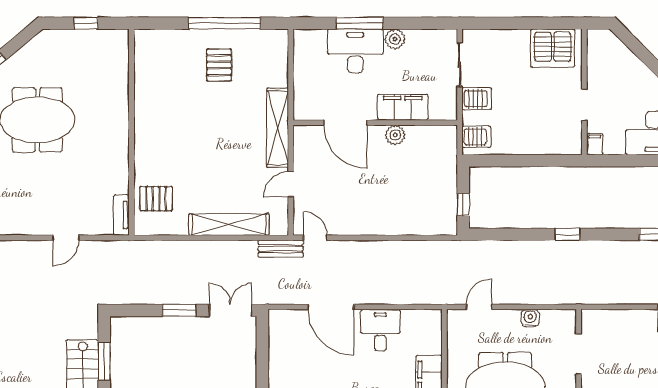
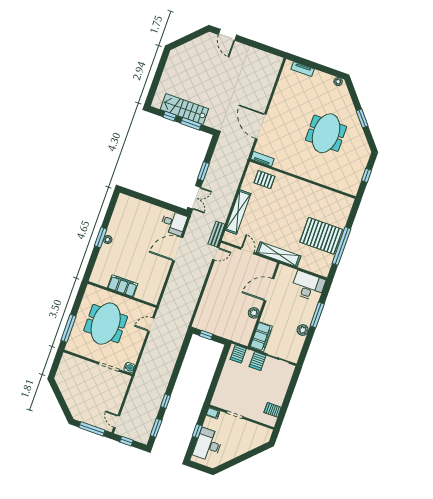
server rack: (553, 48) -> (273, 410), width x0.46, depth x0.70
desk: (355, 51) -> (308, 286), moved, turned -90
pallet: (219, 65) -> (321, 236), width x2.05, depth x2.00
filing cabinet: (403, 107) -> (261, 337), moved
window: (636, 161) -> (197, 431), added
pallet: (156, 199) -> (264, 180), turned 90
window: (568, 234) -> (166, 401), moved
door: (66, 238) -> (261, 126), width x1.87
door: (479, 307) -> (151, 325), swing flipped
water cooler: (530, 318) -> (129, 368), moved
desk: (380, 330) -> (174, 223), moved

